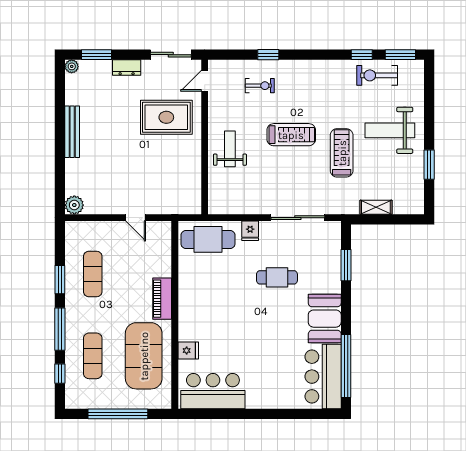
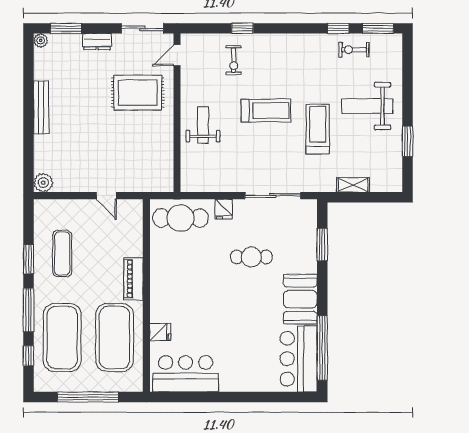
exercise bike: (377, 75) -> (354, 50), width x0.73, depth x0.72
exercise bike: (260, 86) -> (234, 60), turned 90
exercise mat: (93, 356) -> (62, 338), width x2.00, depth x1.45

